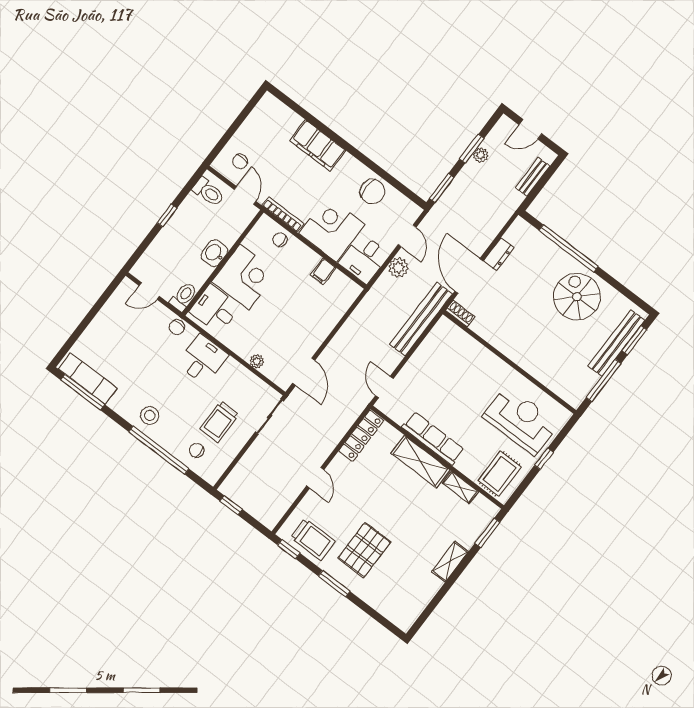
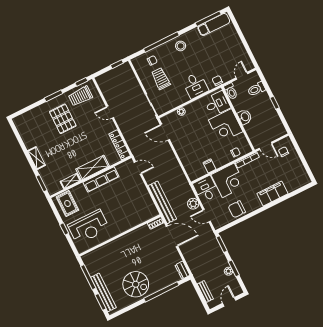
toilet: (208, 192) -> (256, 89), moved
dresser: (499, 254) -> (182, 270), moved

